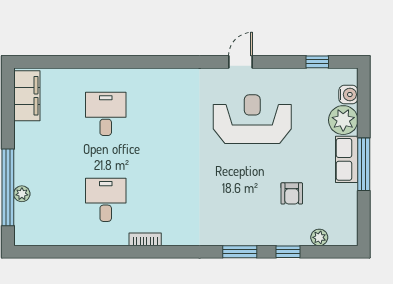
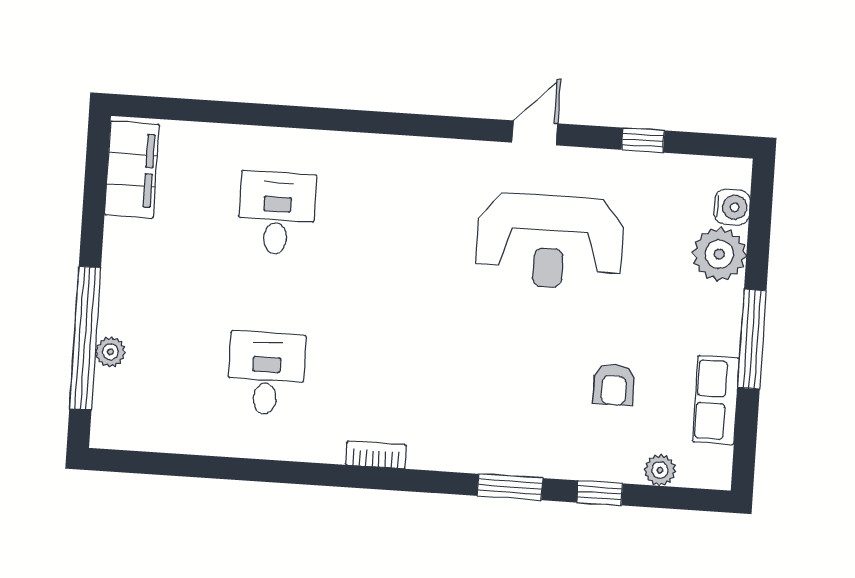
window: (317, 62) -> (643, 140), moved
reception desk: (252, 119) -> (550, 241), turned 180
row of seats: (347, 159) -> (716, 400), moved
bookcase: (145, 239) -> (376, 455), moved

